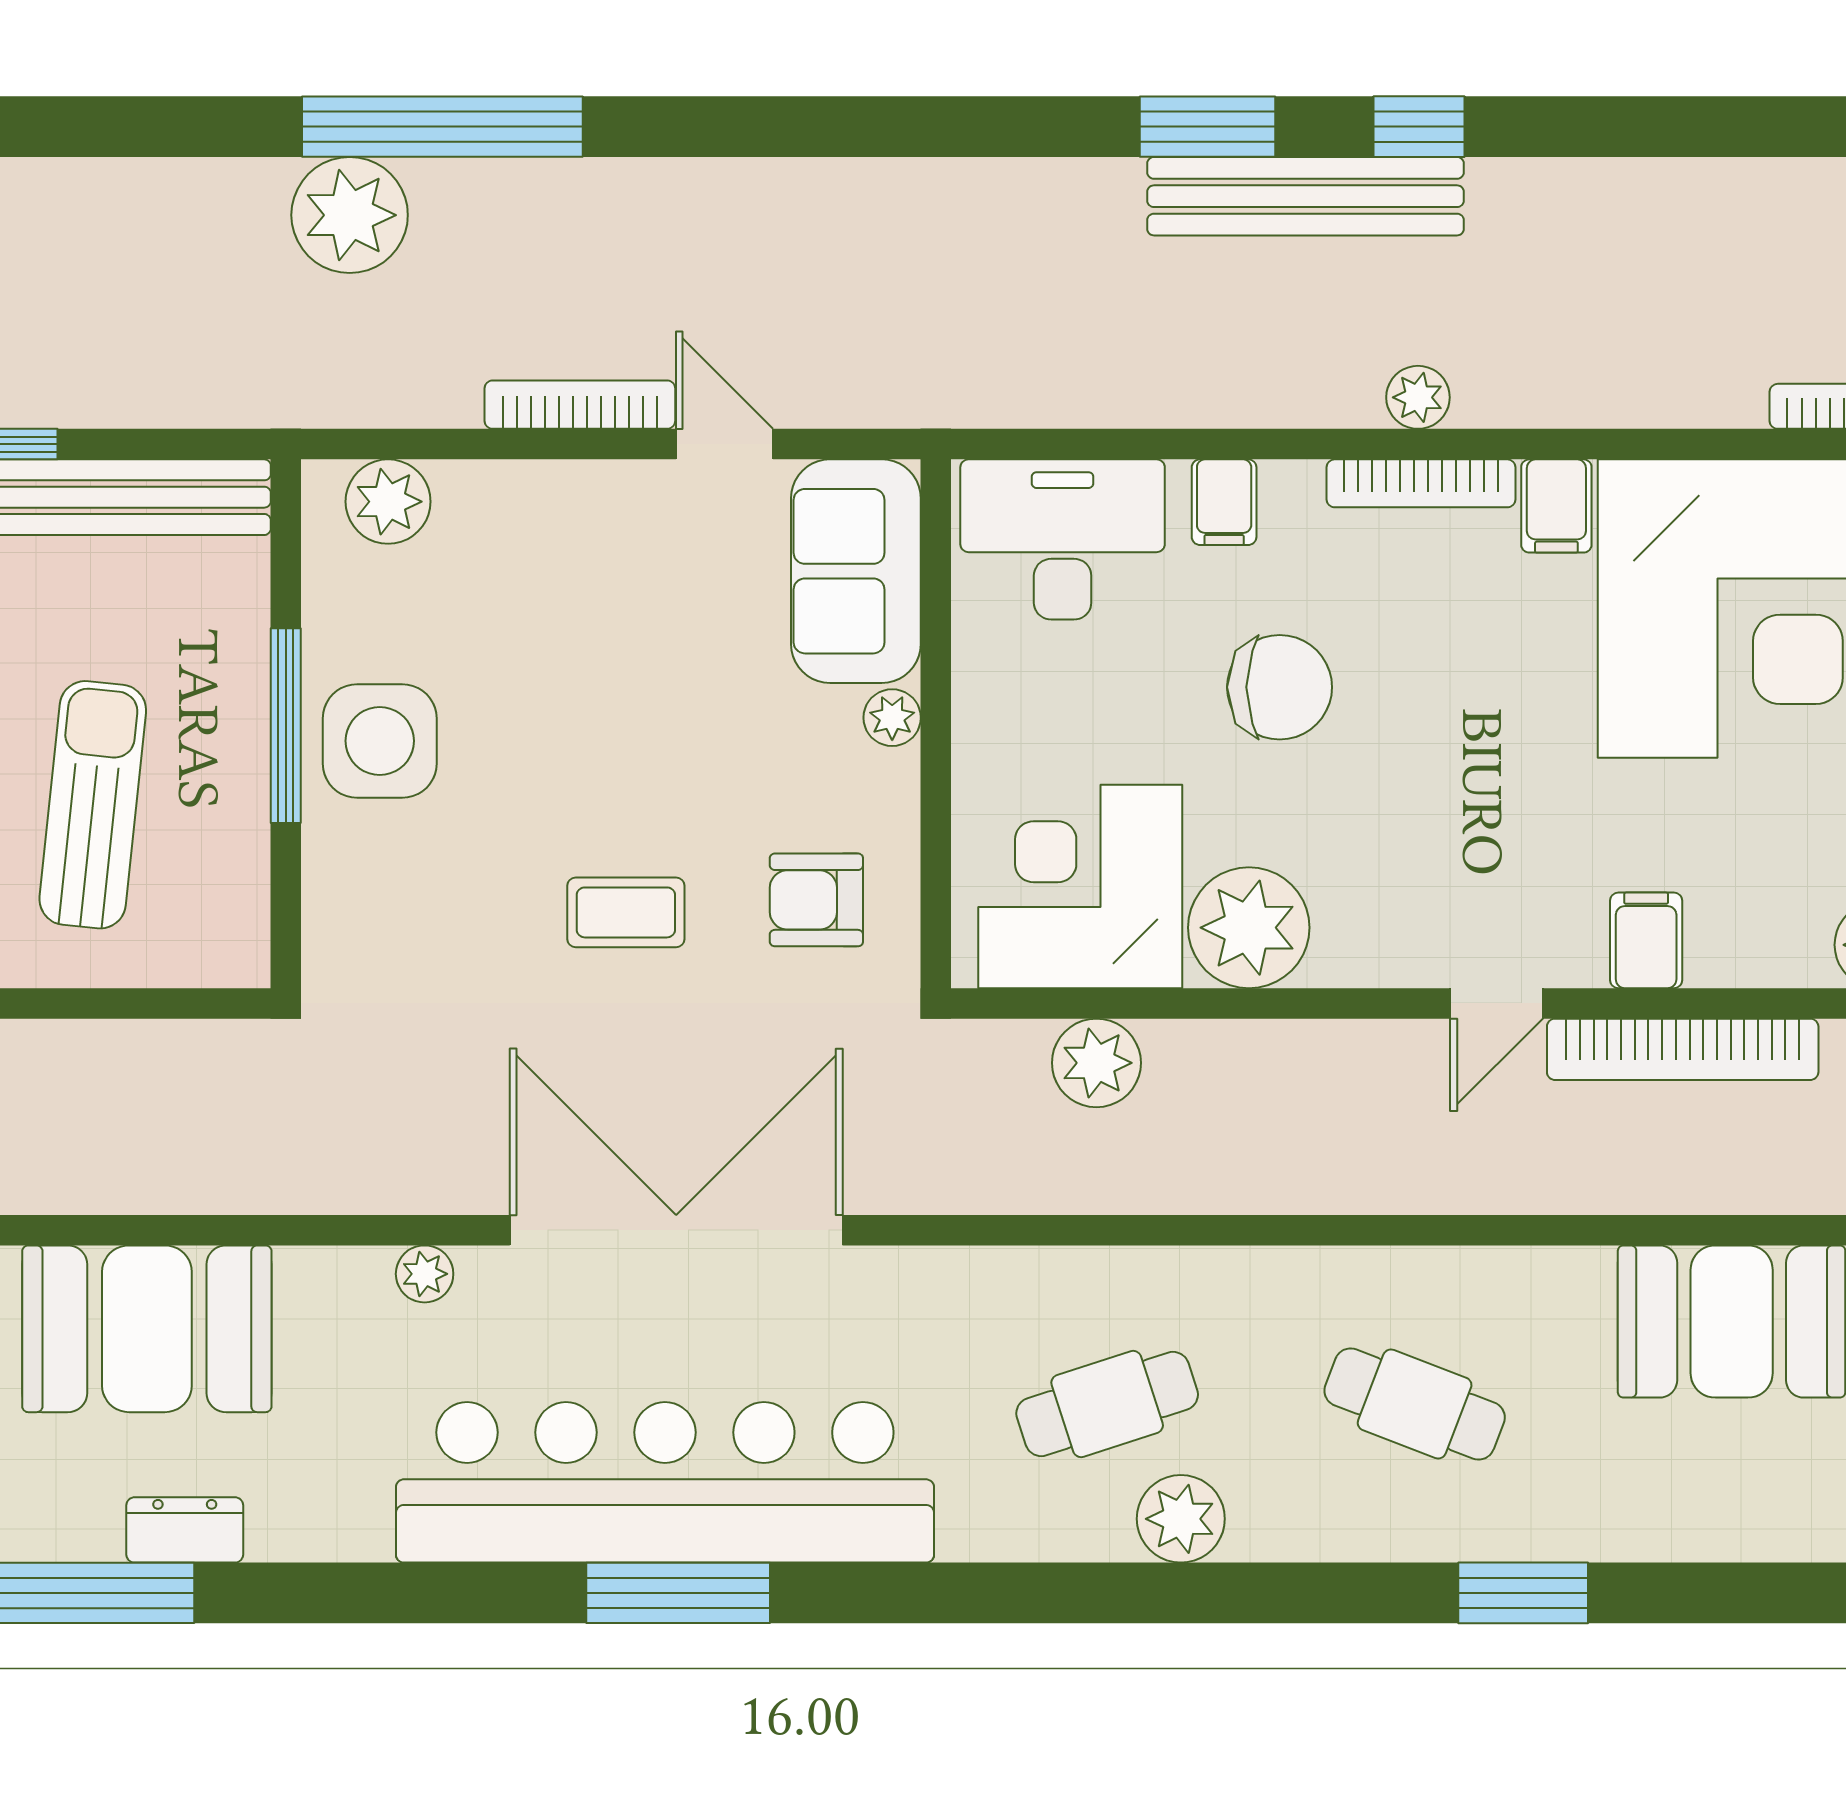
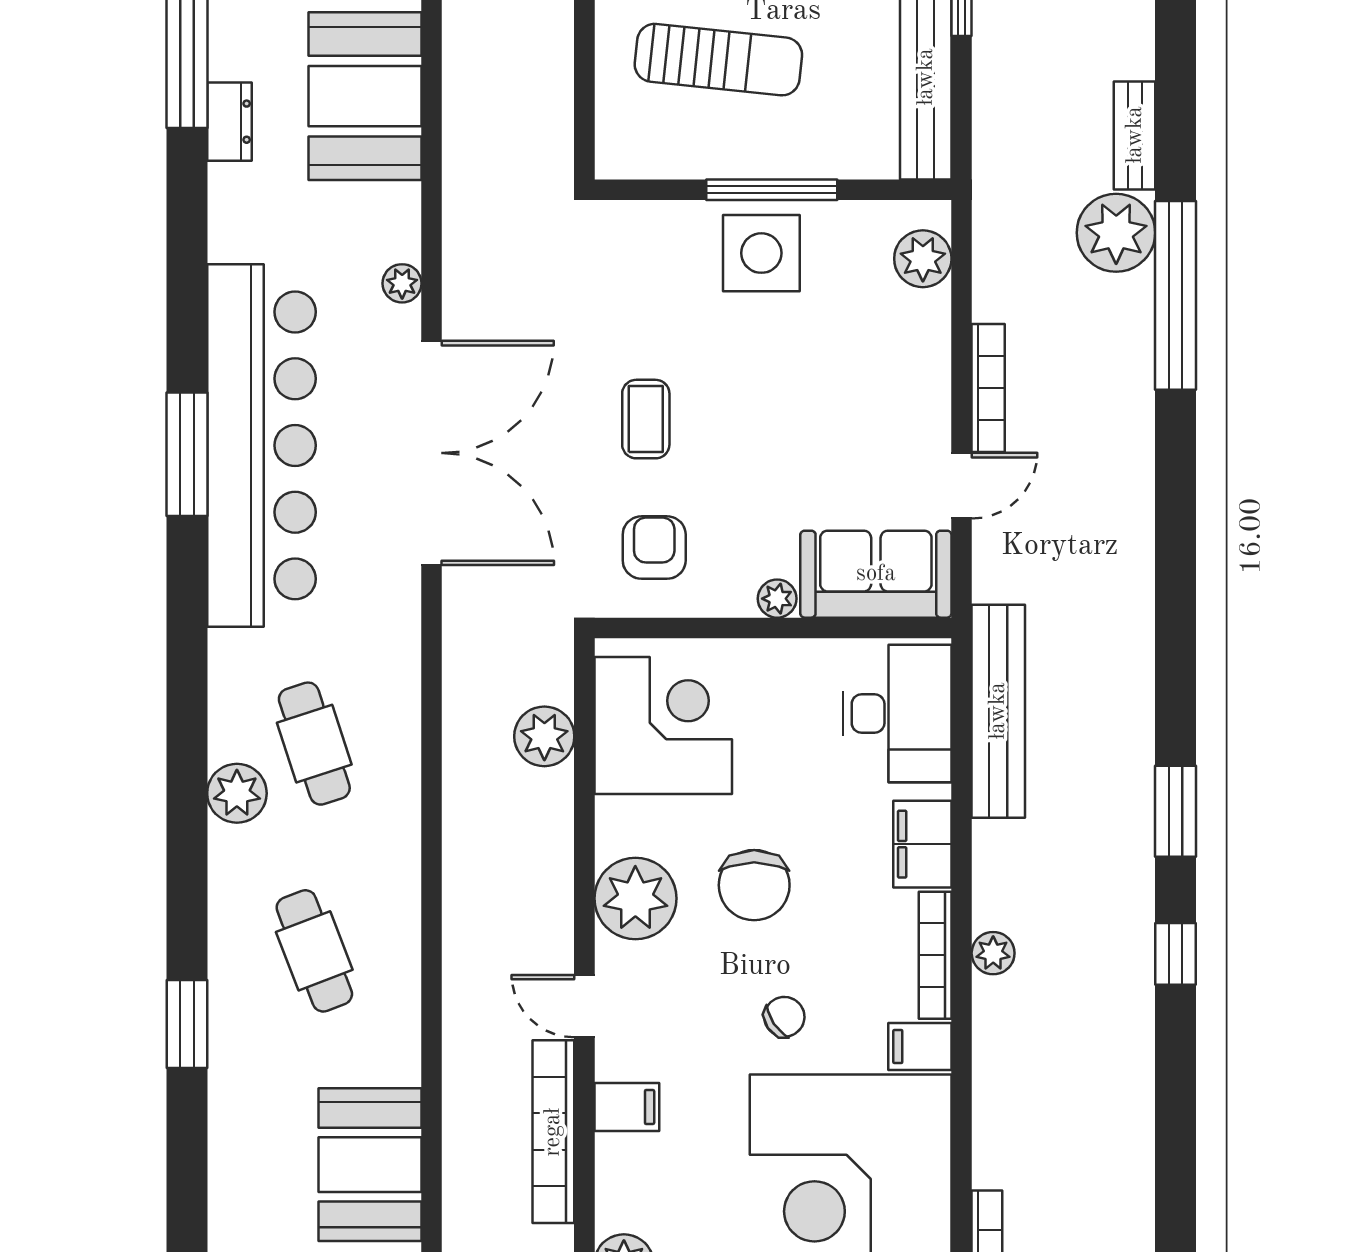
bench: (205, 188) -> (1135, 135), added
bench: (1305, 196) -> (998, 711), moved
filing cabinet: (1224, 502) -> (922, 844), width x2.00
chair: (1280, 687) -> (754, 885), moved
chair: (1512, 707) -> (784, 1017), added
plant: (1249, 928) -> (635, 898), moved
cafe table: (1415, 1404) -> (314, 951), turned -42

